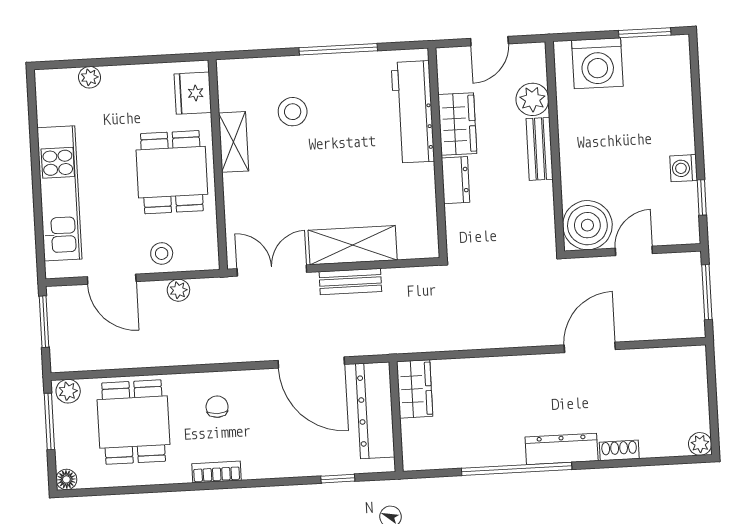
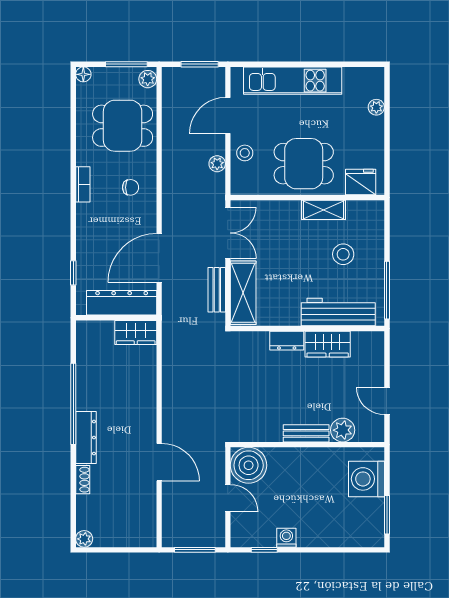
workbench: (413, 112) -> (338, 312), moved
wardrobe: (457, 124) -> (328, 344), moved
wall: (438, 153) -> (307, 329), moved
dresser: (456, 180) -> (287, 341), moved

